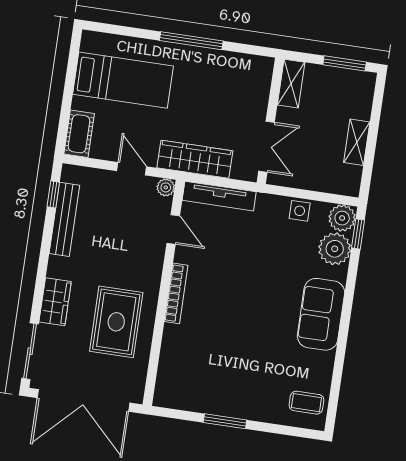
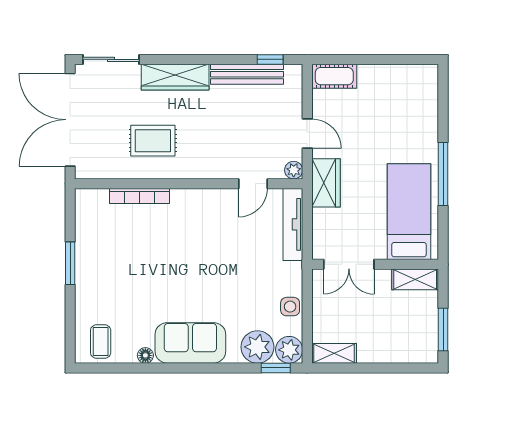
bed: (123, 80) -> (409, 212), moved, turned 180
shelving: (357, 142) -> (334, 353), moved
wardrobe: (195, 159) -> (326, 183), width x0.67
door: (132, 169) -> (307, 134), hinge flipped
bookcase: (176, 293) -> (140, 196), moved
wardrobe: (55, 302) -> (175, 77), width x1.50
rug: (116, 322) -> (153, 141), width x0.73, depth x0.70
floor lamp: (327, 360) -> (145, 355), added

